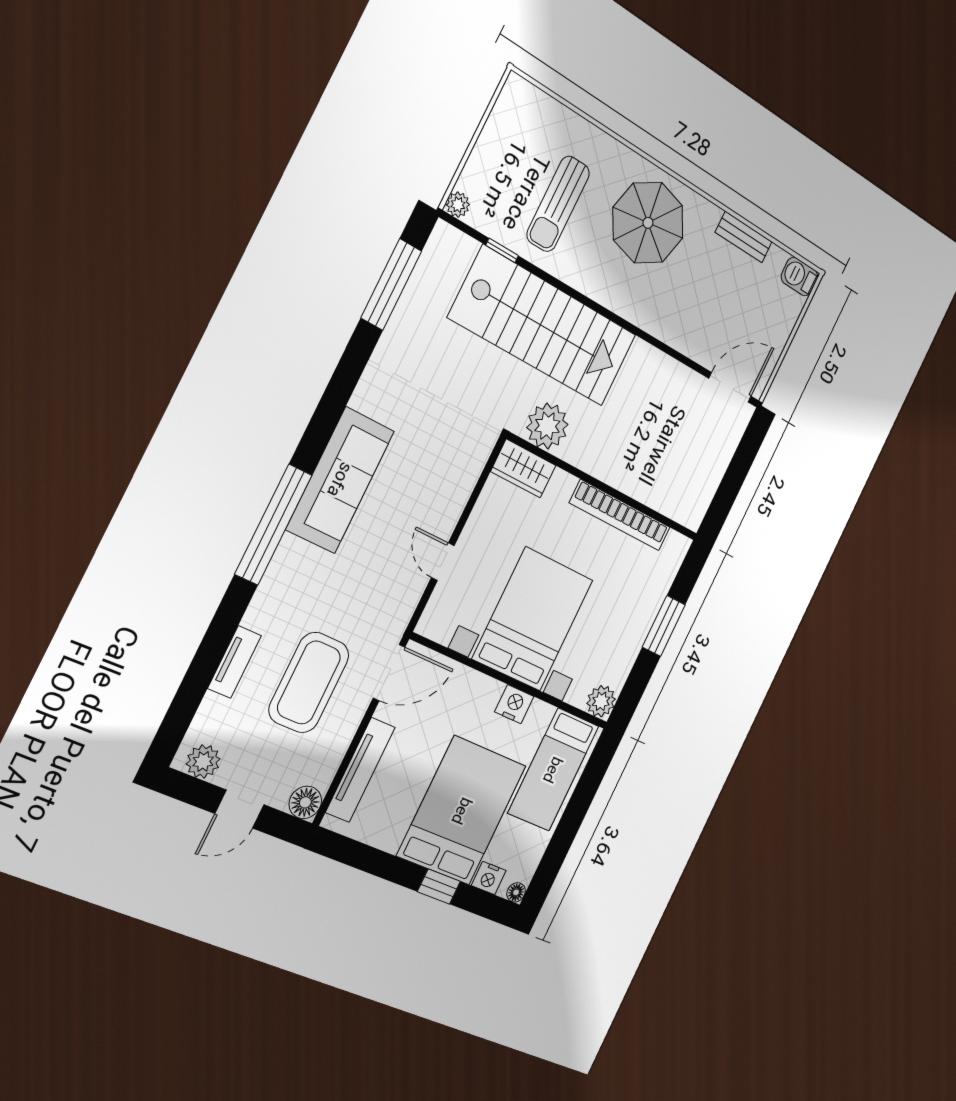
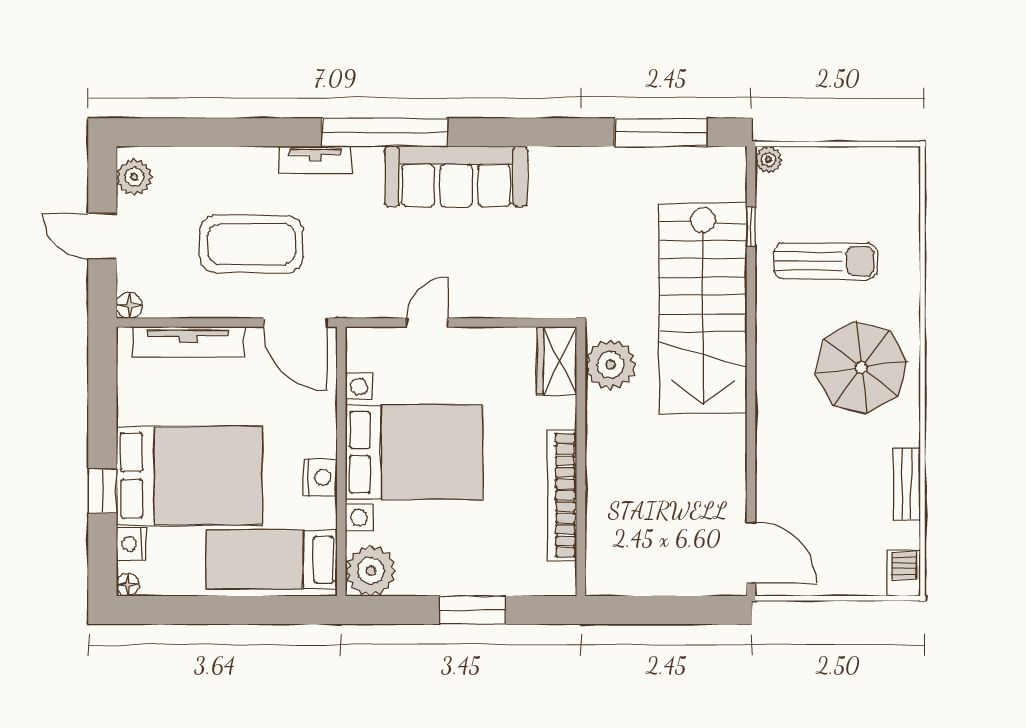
sun lounger: (558, 204) -> (826, 261), turned 180
tv unit: (234, 662) -> (315, 160), moved
plant: (601, 701) -> (371, 571), width x1.36, depth x1.36
floor lamp: (305, 802) -> (129, 305), width x0.73, depth x0.73

